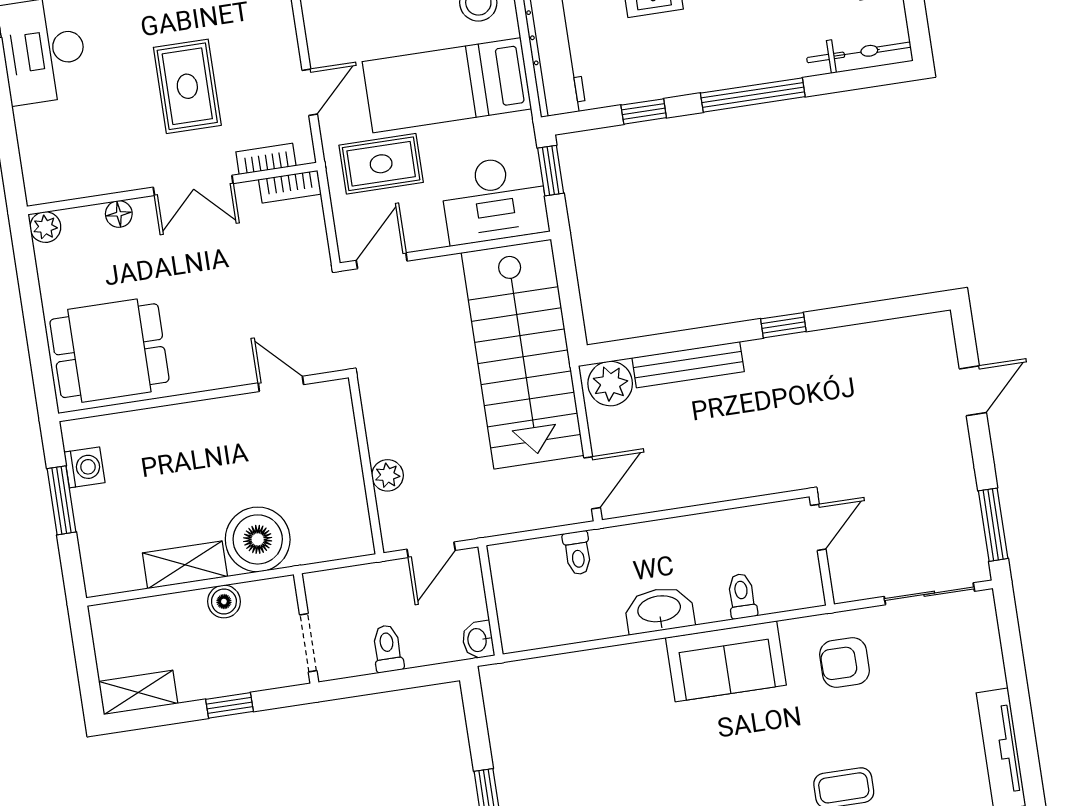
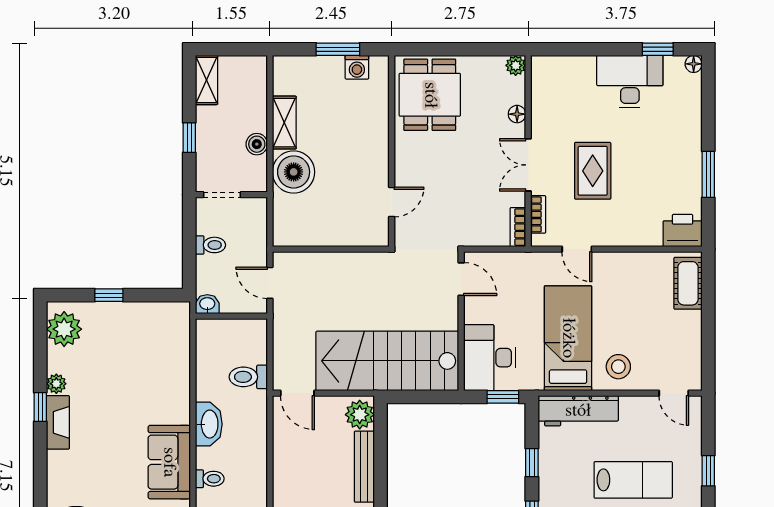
rug: (187, 86) -> (593, 171), turned 90
rug: (381, 164) -> (524, 288), removed
plant: (387, 475) -> (322, 262), removed
toilet: (577, 553) -> (248, 377), width x1.37, depth x1.39

